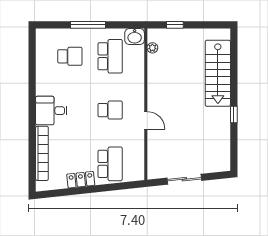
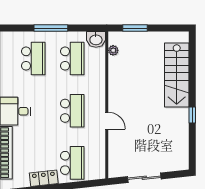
window: (175, 25) -> (135, 28), width x1.50
school desk: (70, 56) -> (33, 59), width x1.85
school desk: (110, 110) -> (72, 111), width x1.85

